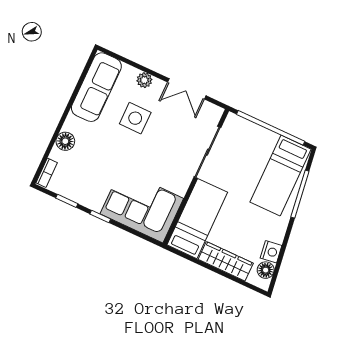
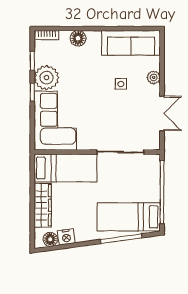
double door: (187, 89) -> (162, 113), swing flipped
side table: (135, 118) -> (121, 84), width x0.54, depth x0.54
plant: (92, 194) -> (47, 78), added

